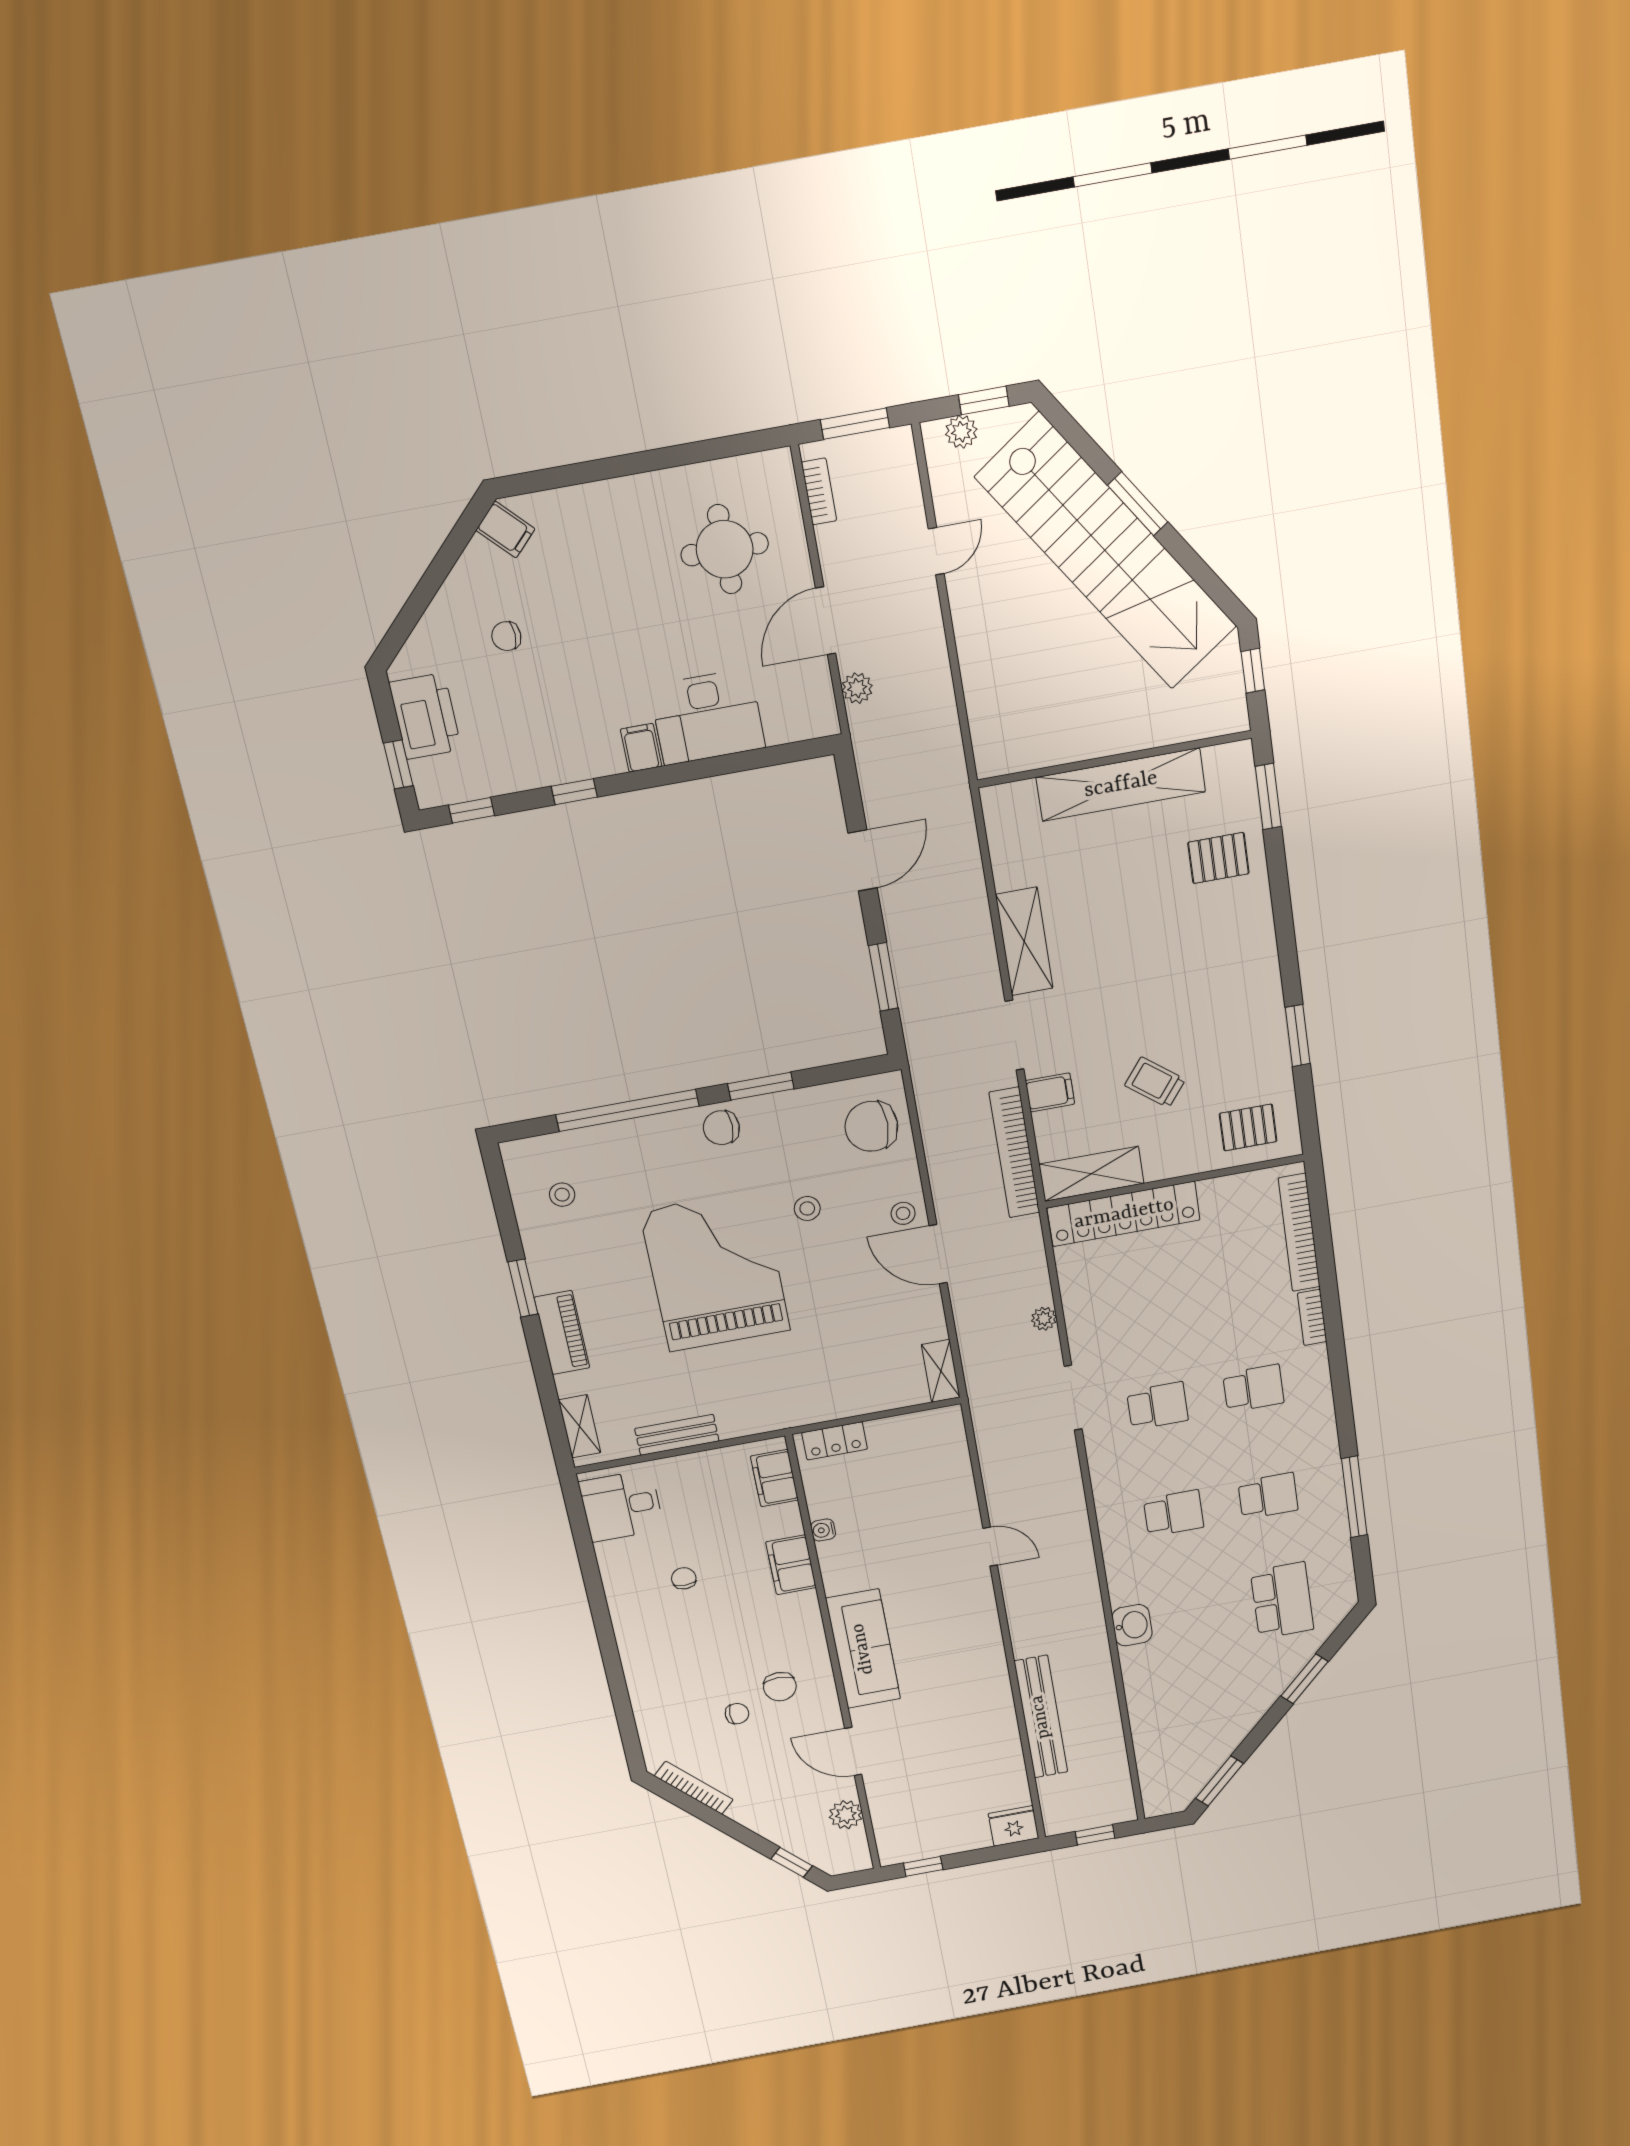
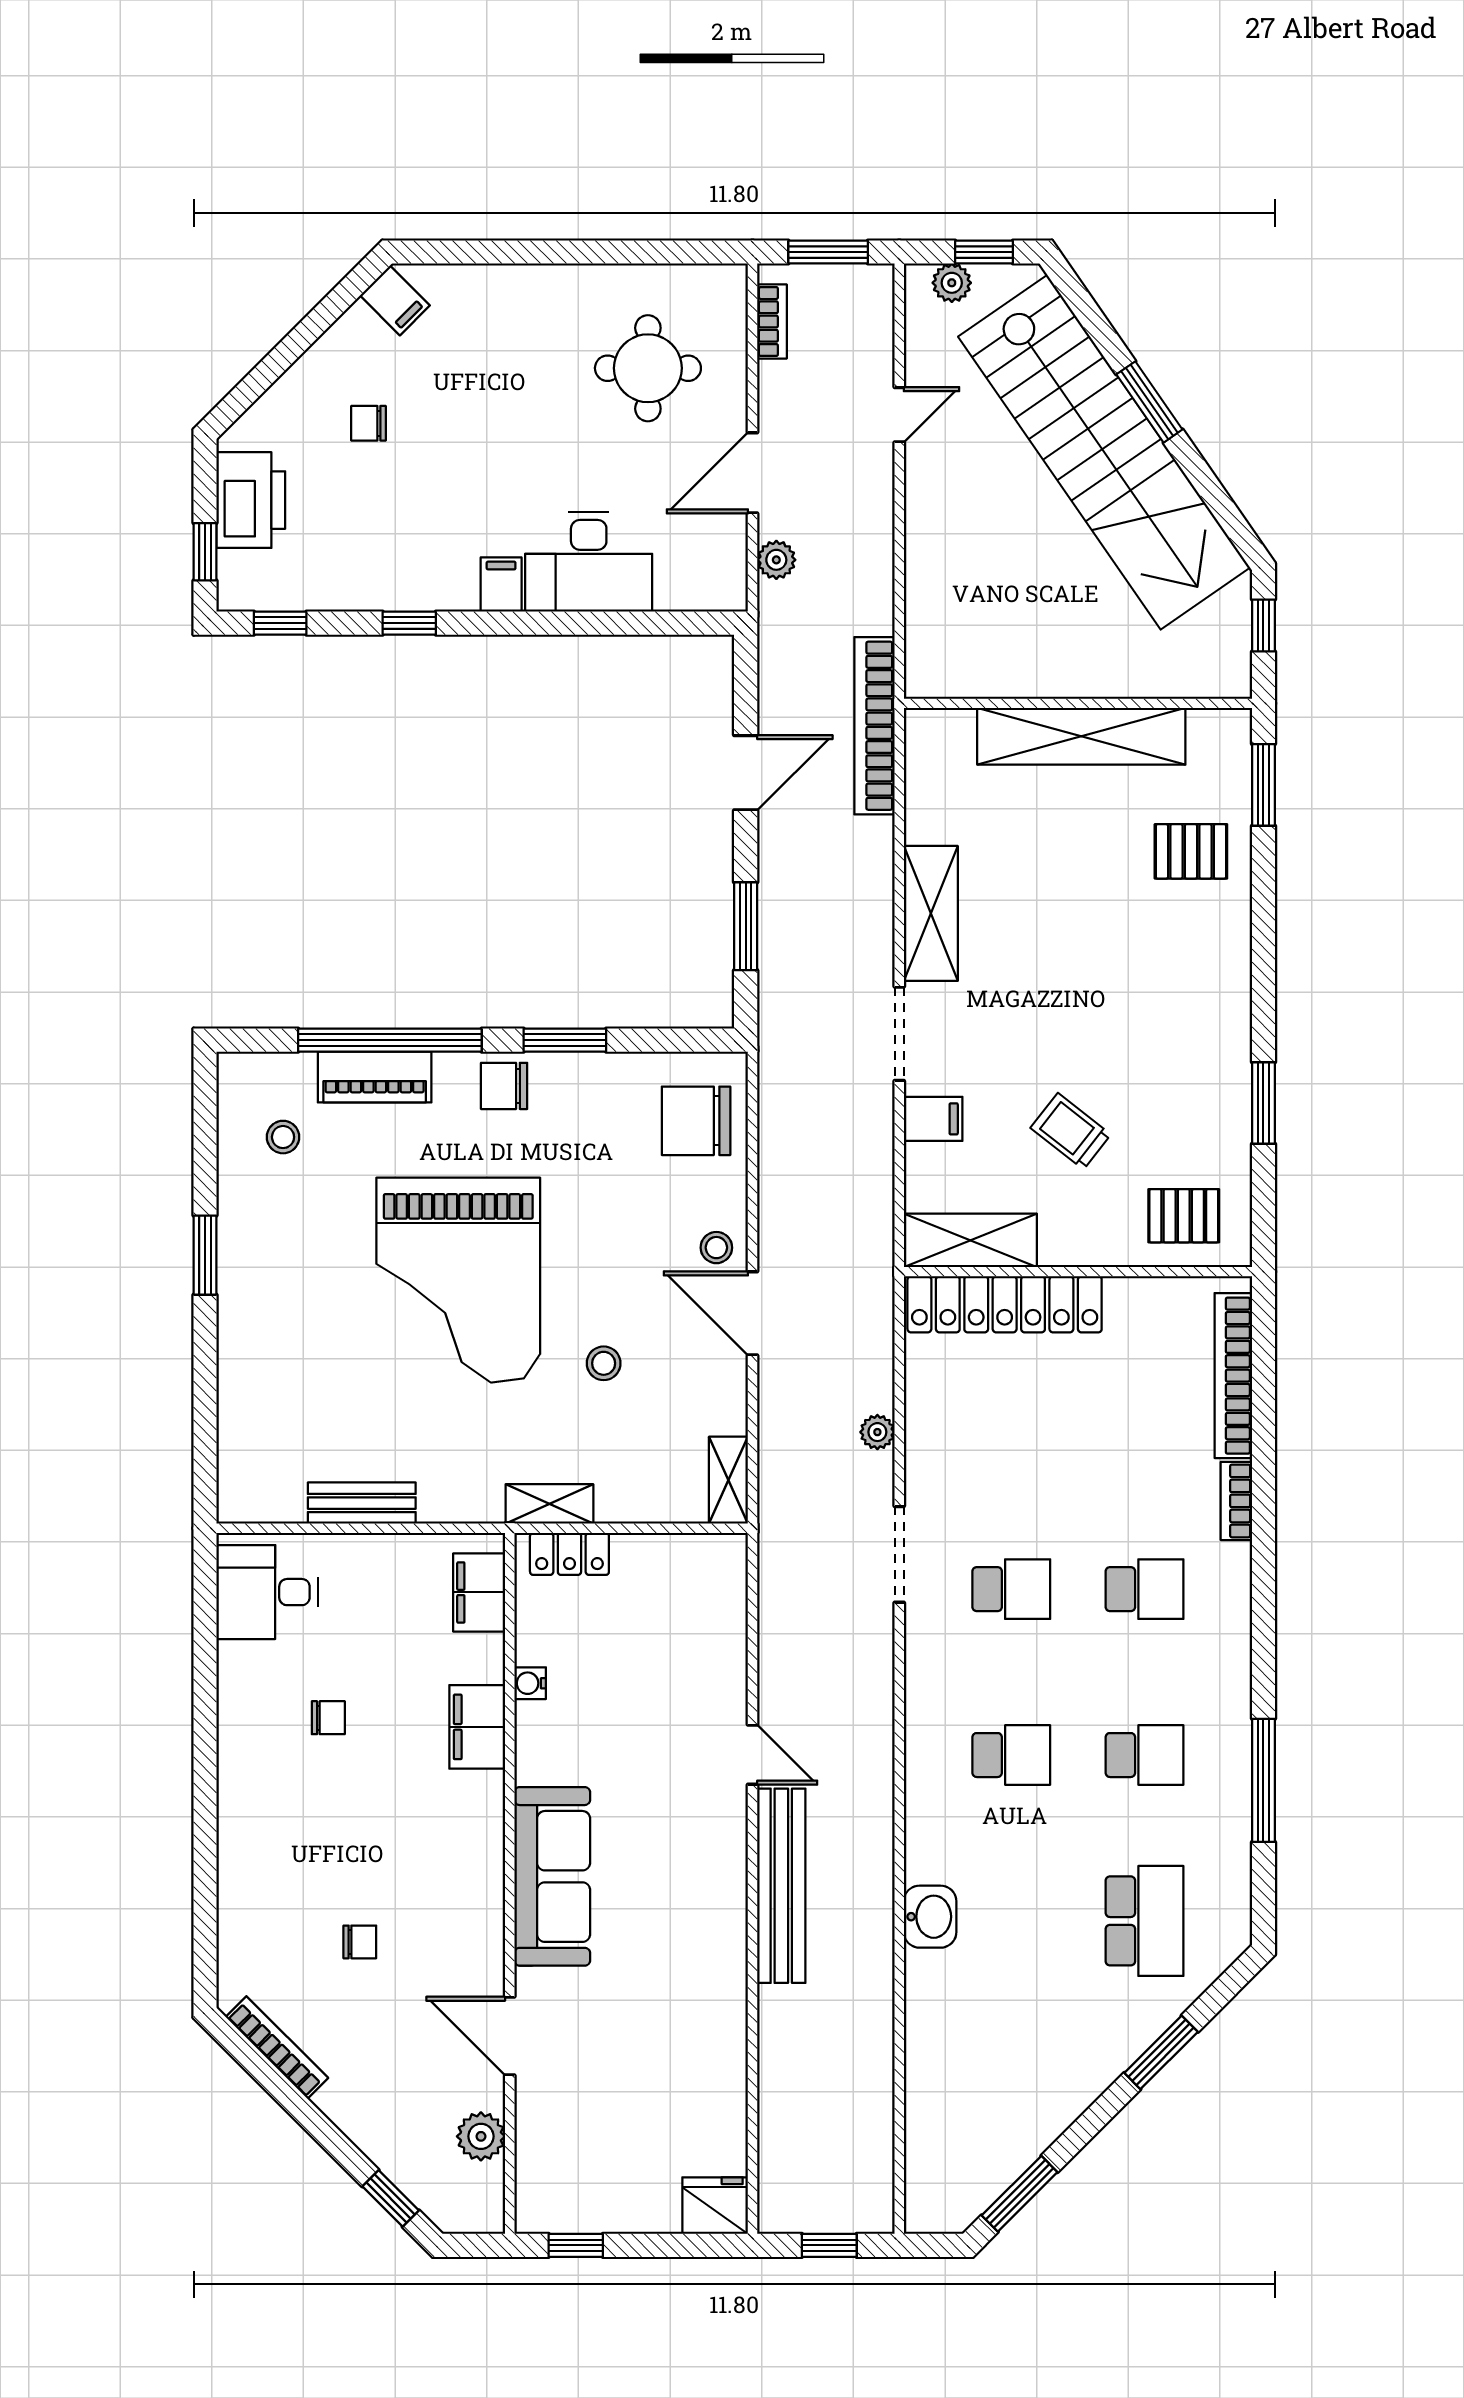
bookcase: (1014, 1153) -> (874, 726), moved
stool: (807, 1208) -> (604, 1363), moved
grand piano: (715, 1271) -> (458, 1280), turned 180
piano: (562, 1333) -> (375, 1077), moved, turned 90
shelving: (580, 1426) -> (549, 1504), moved, turned 90
chair: (684, 1578) -> (328, 1718), turned 90
chair: (780, 1687) -> (427, 1912), removed
bench: (1041, 1717) -> (781, 1886), moved

